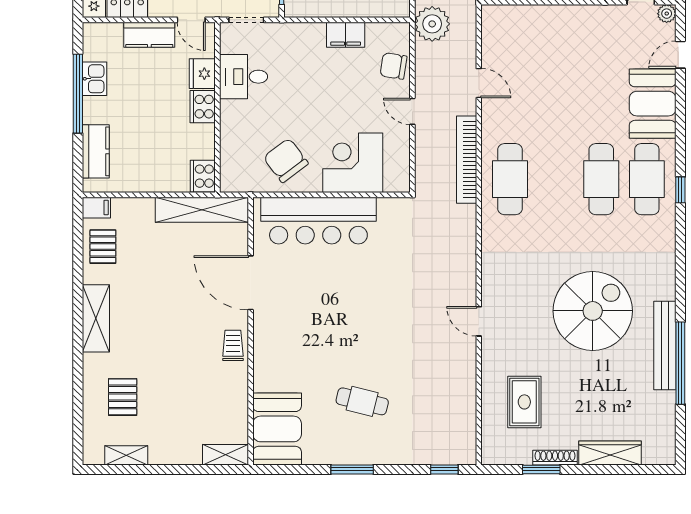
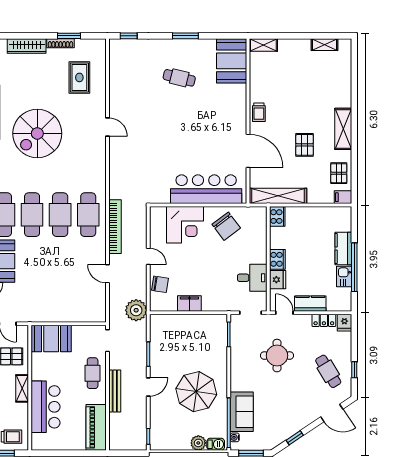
kitchen counter: (96, 151) -> (343, 249), moved
cafe table: (556, 179) -> (60, 215), added
pallet: (123, 397) -> (305, 145), moved

